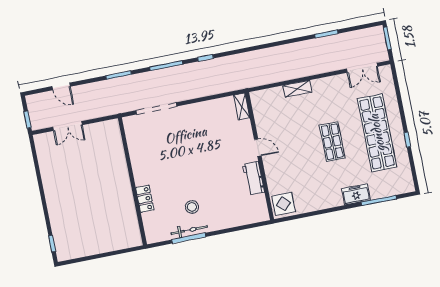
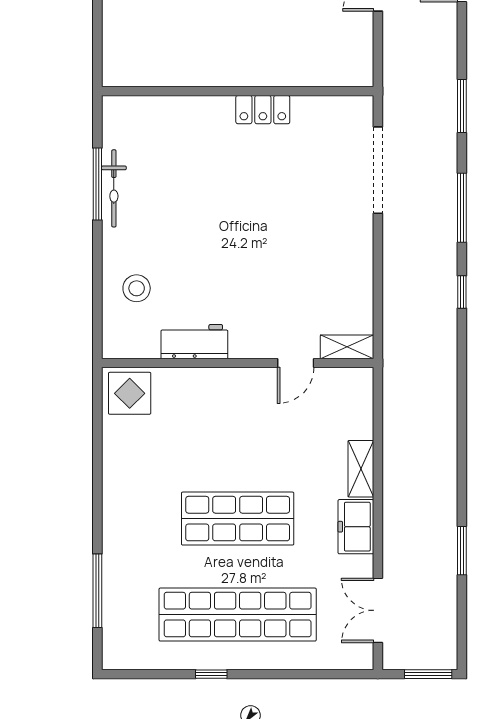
shop shelf: (332, 142) -> (238, 519), width x1.43, depth x1.36
door: (258, 148) -> (296, 363), moved
freezer: (356, 194) -> (356, 527), moved, turned 180
locker: (145, 199) -> (263, 110), moved
stool: (192, 207) -> (137, 288), moved

